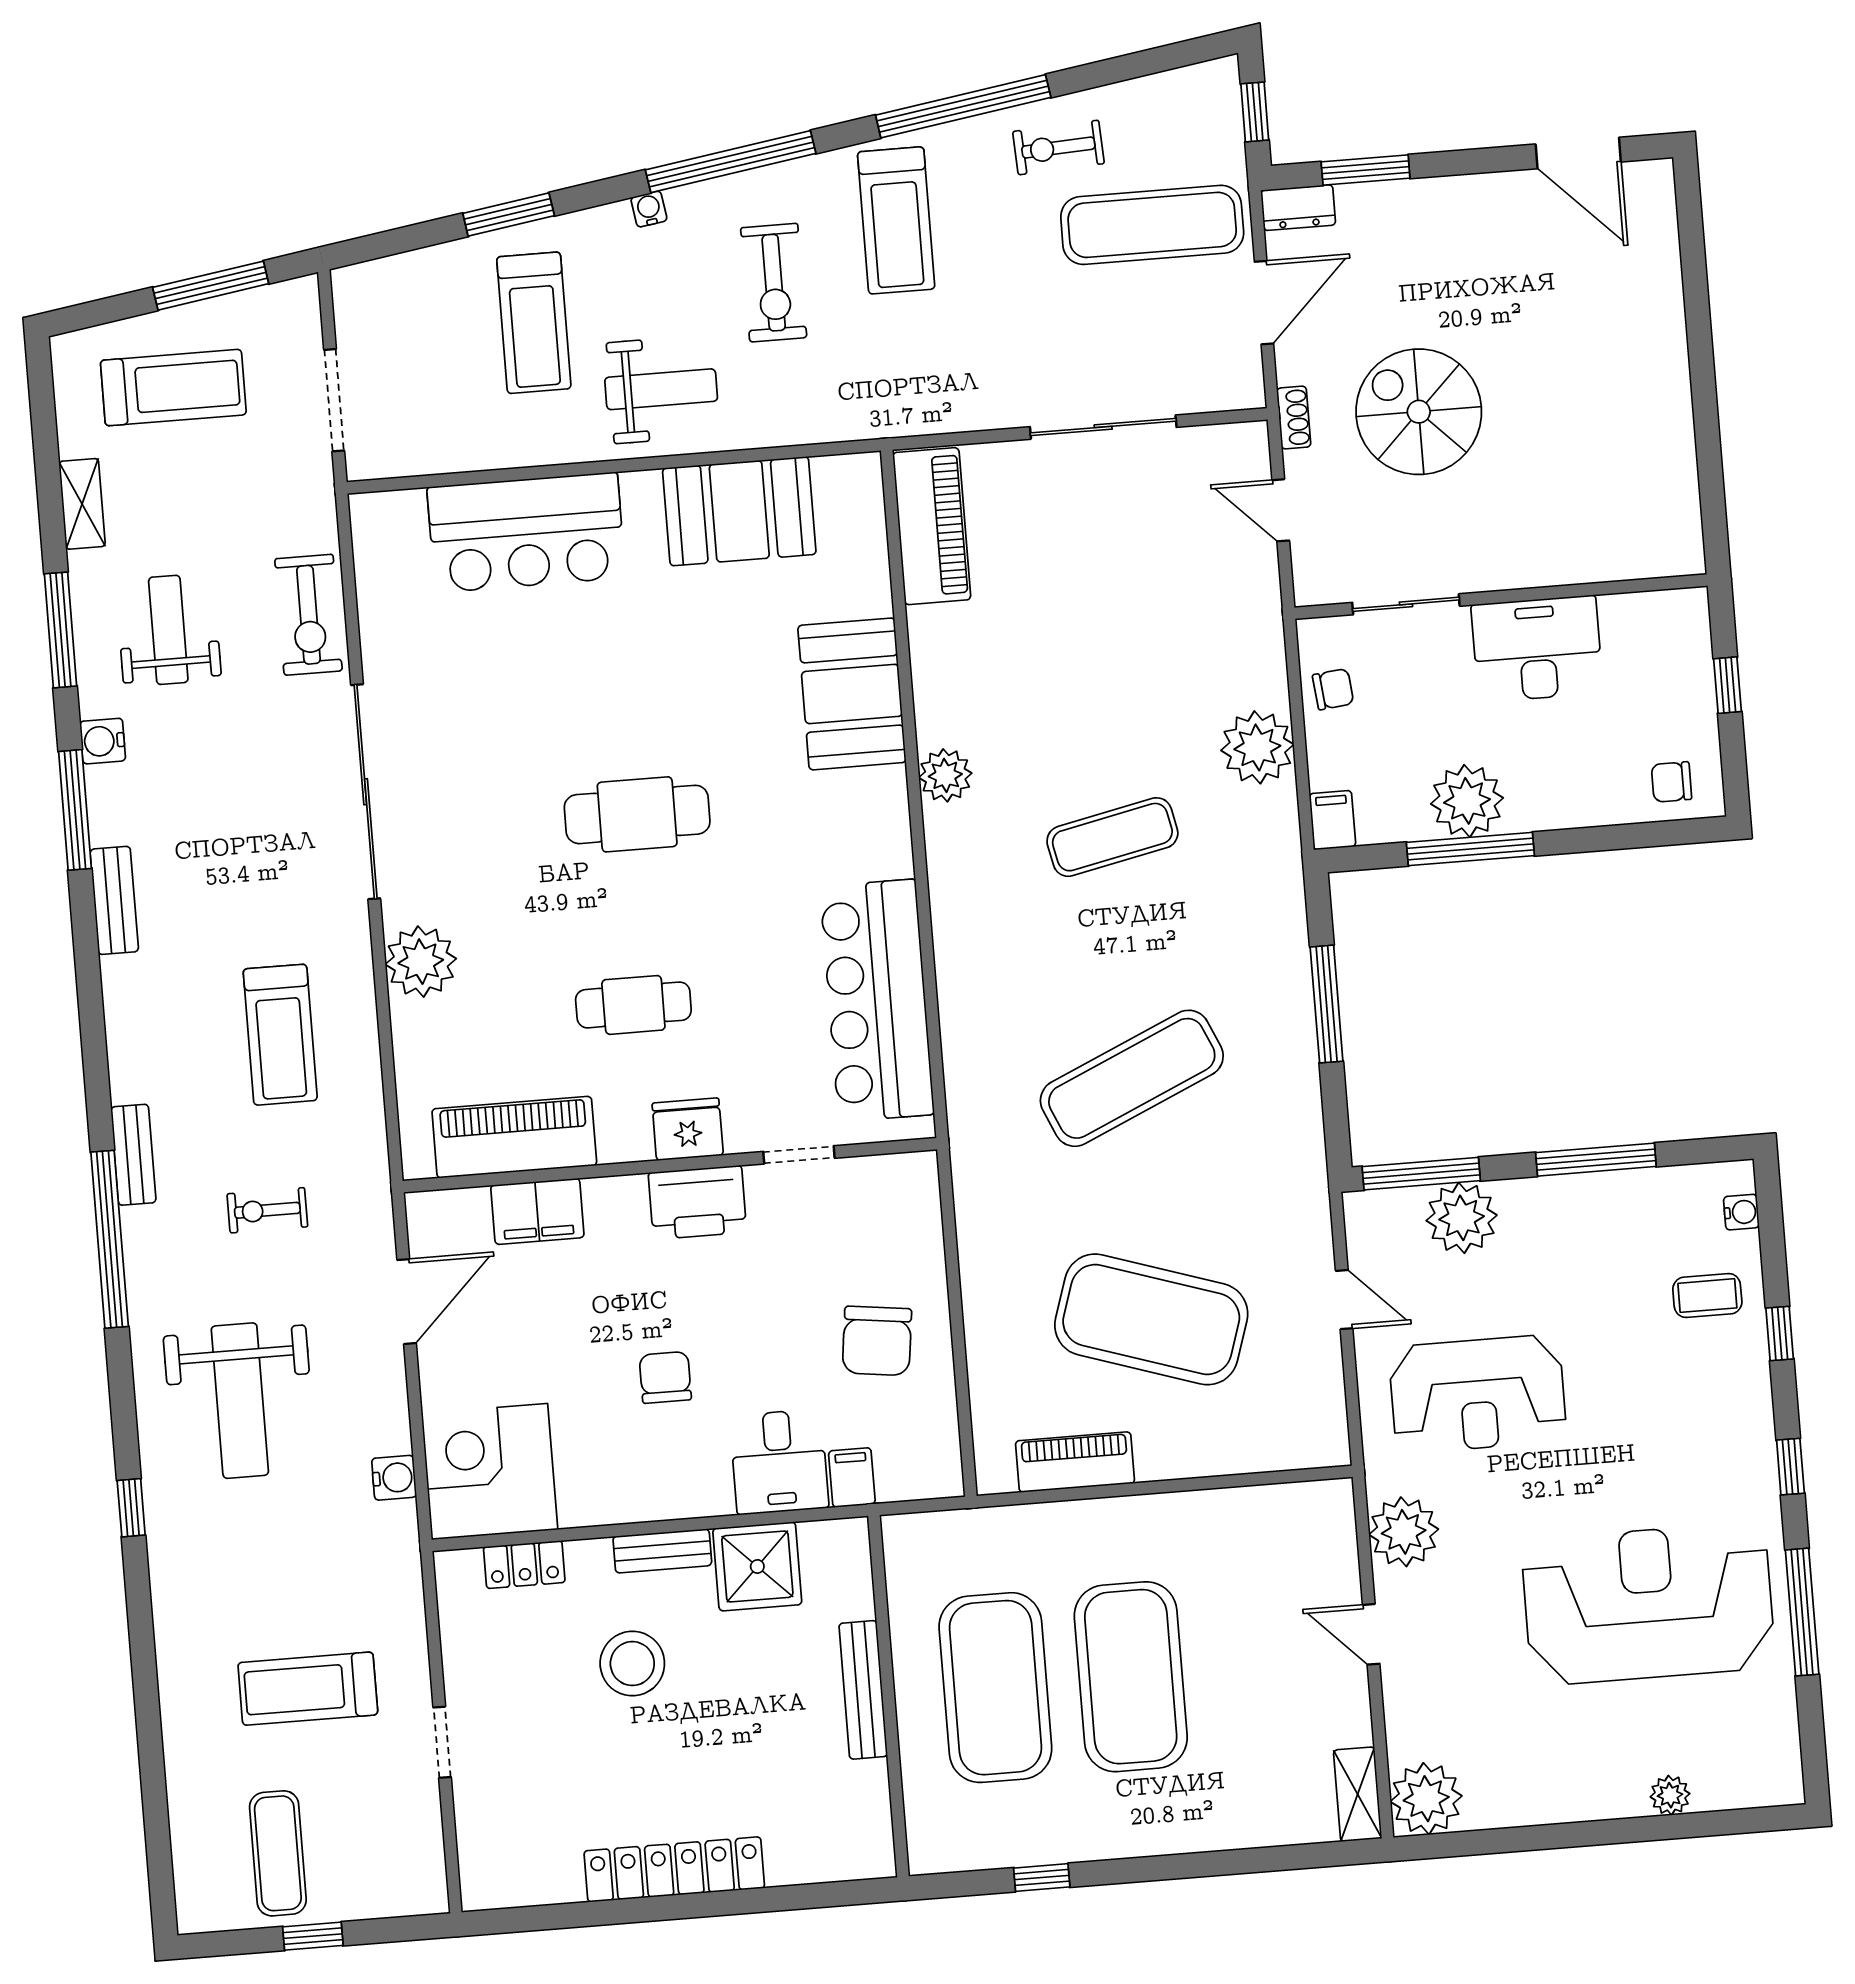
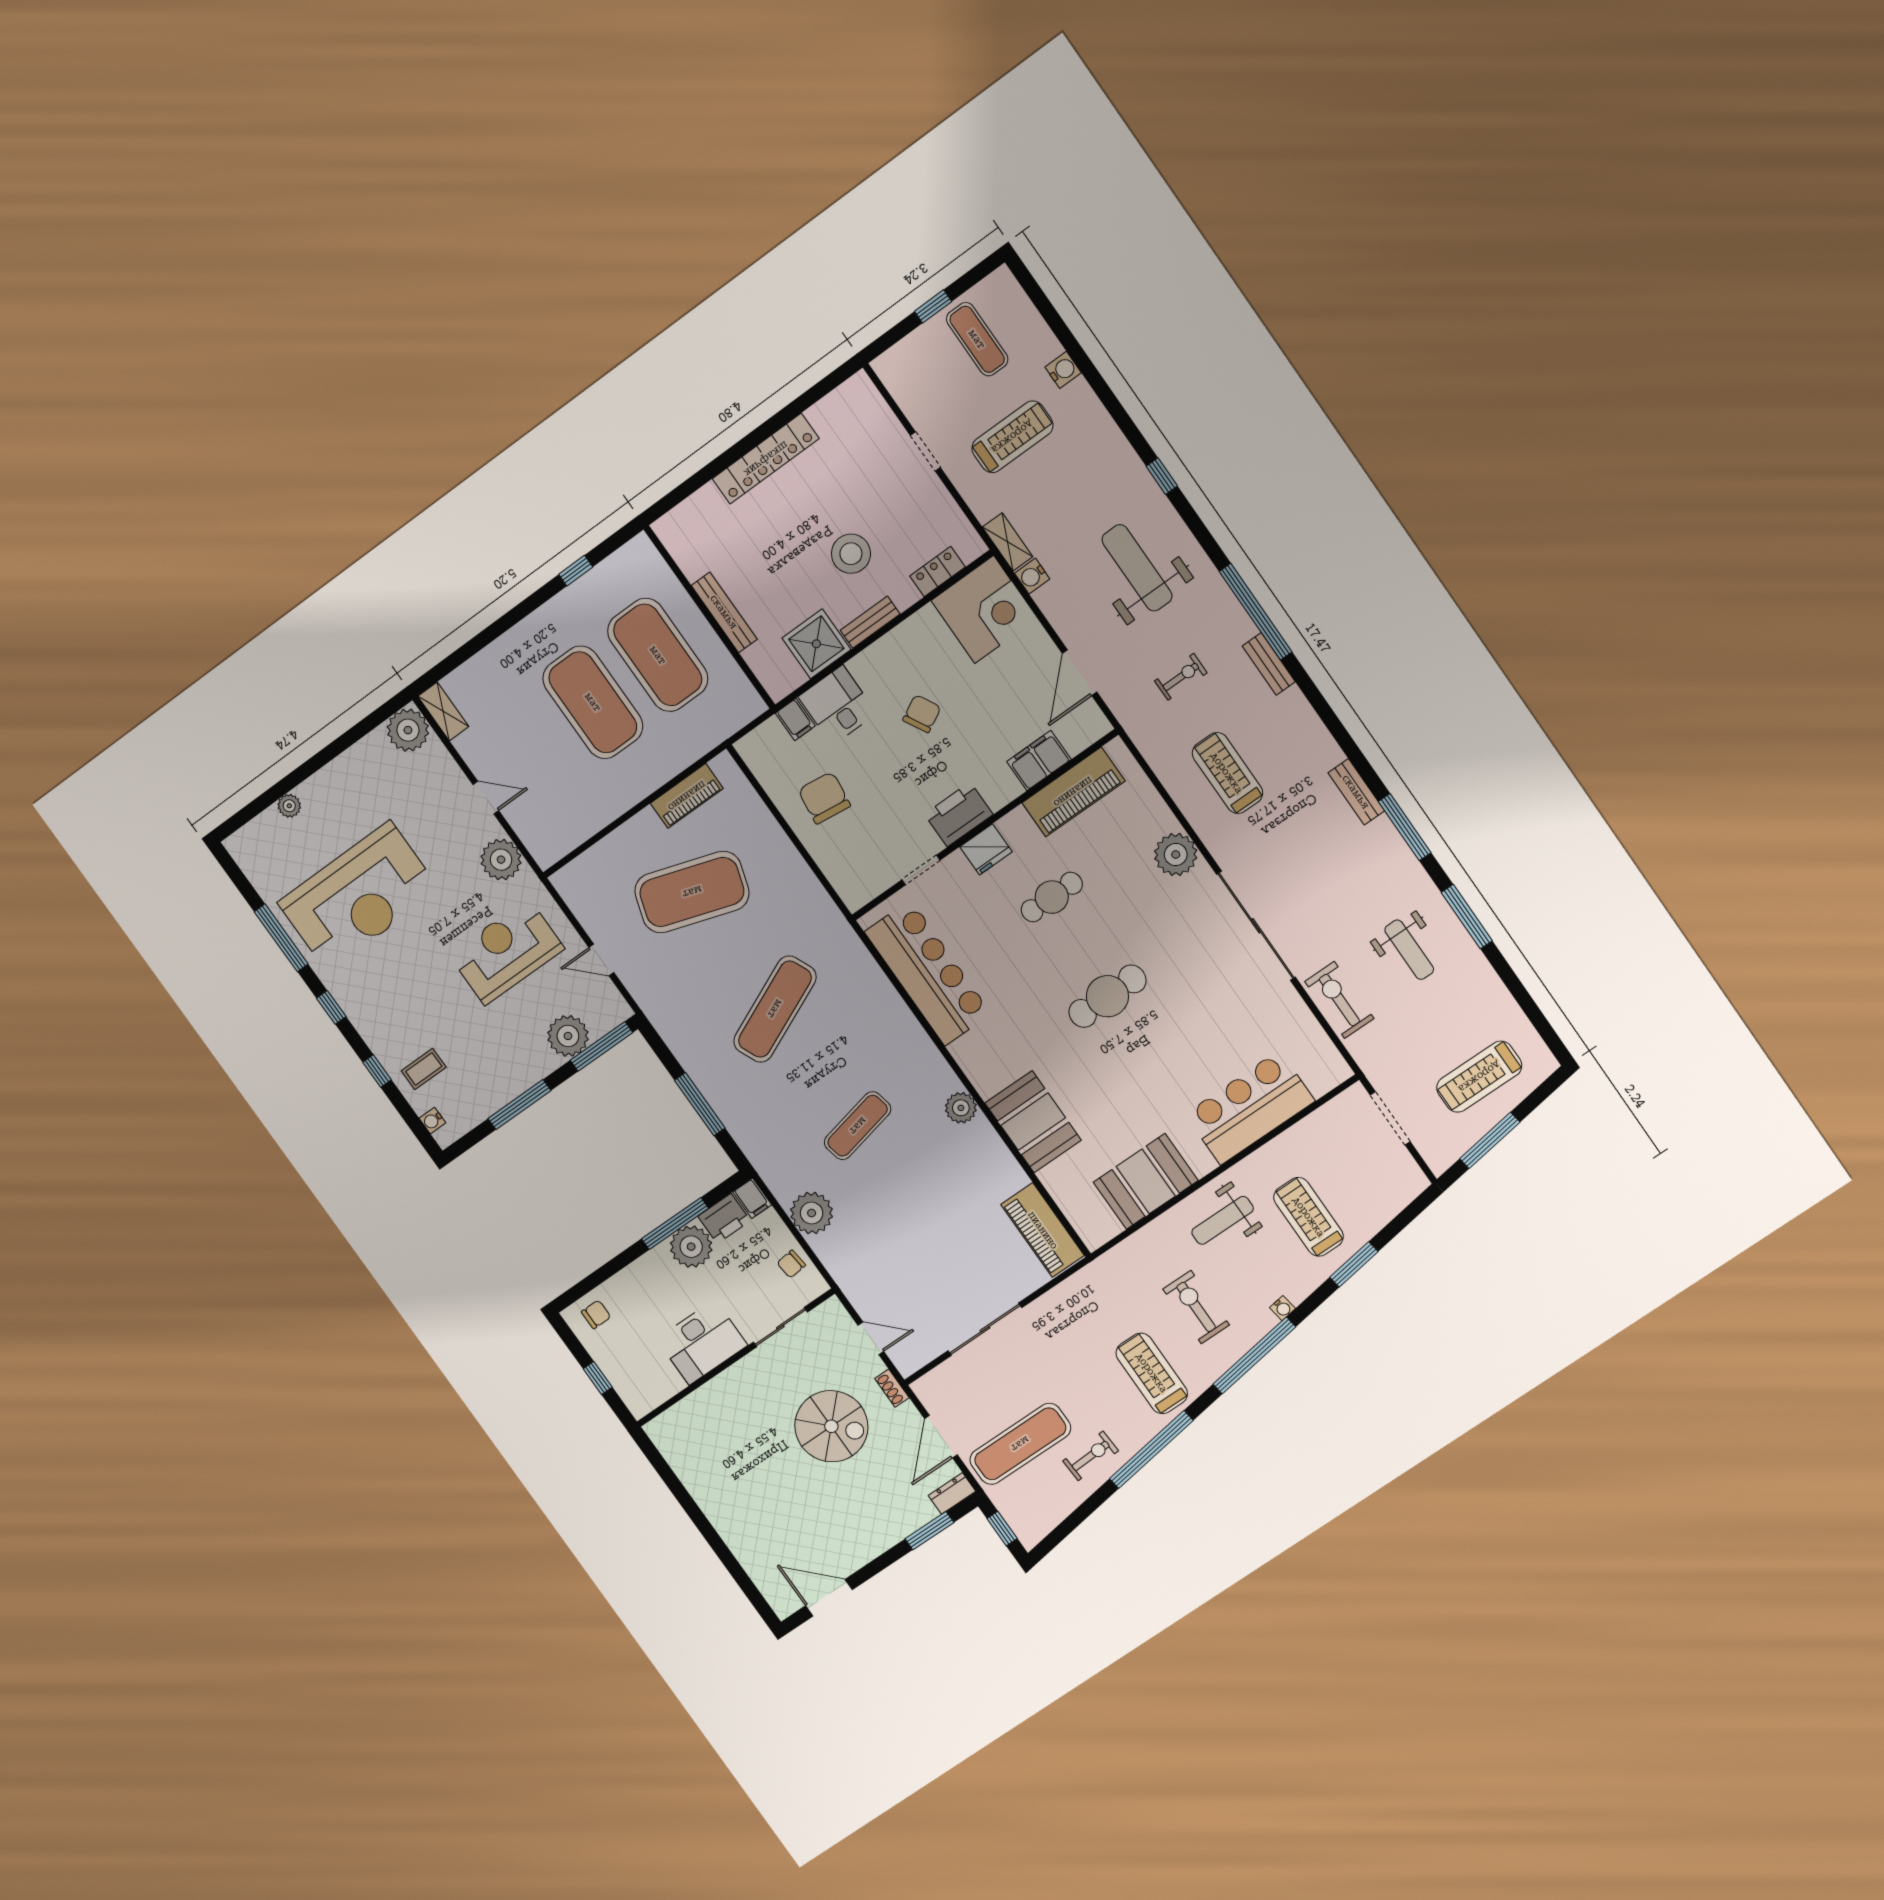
shelving: (82, 504) -> (1008, 542), moved
water cooler: (103, 741) -> (1063, 370), moved
printer: (1392, 814) -> (724, 1218), added
chair: (665, 1377) -> (922, 714), turned -118

